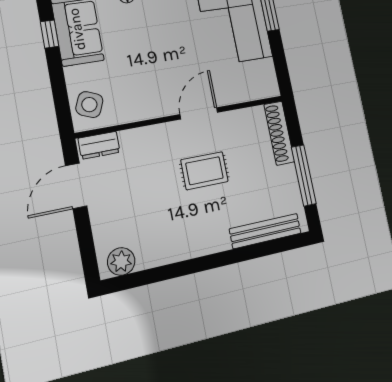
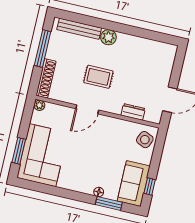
plant: (271, 89) -> (39, 105), added
dresser: (99, 145) -> (133, 112), moved
plant: (121, 261) -> (108, 37), moved

